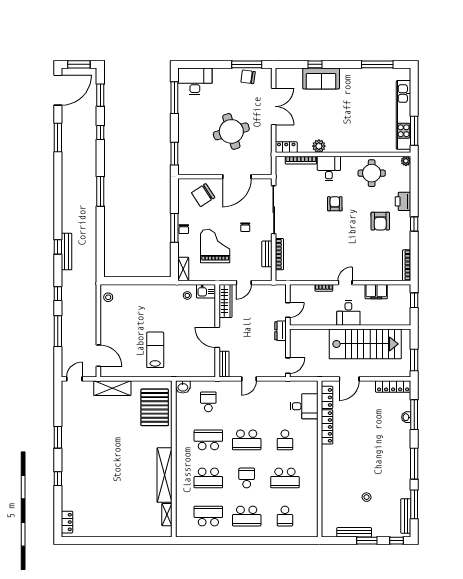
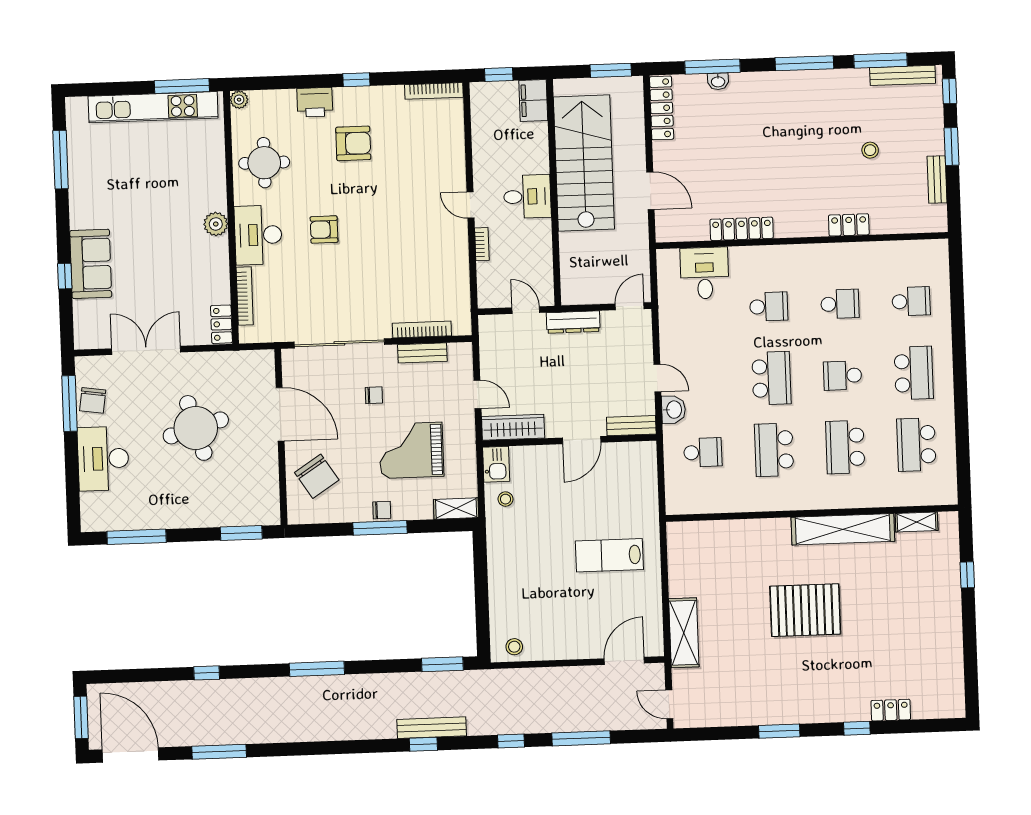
desk: (195, 81) -> (103, 459), moved
window: (100, 95) -> (442, 664), moved
plant: (319, 146) -> (216, 224), moved
desk: (329, 169) -> (258, 235), width x1.37
filing cabinet: (376, 292) -> (533, 100), moved, turned 180
dresser: (280, 331) -> (573, 322), width x1.44
door: (288, 366) -> (630, 306), hinge flipped
washbasin: (183, 387) -> (673, 410), moved
locker: (327, 397) -> (849, 225), moved
school desk: (208, 402) -> (703, 452), turned 180
pallet: (155, 407) -> (805, 610), moved
school desk: (208, 478) -> (845, 447), turned 180
school desk: (285, 478) -> (840, 304), width x0.54
locker: (67, 522) -> (891, 710), moved
bench: (354, 532) -> (937, 179), width x0.73
window: (138, 541) -> (967, 575), added

